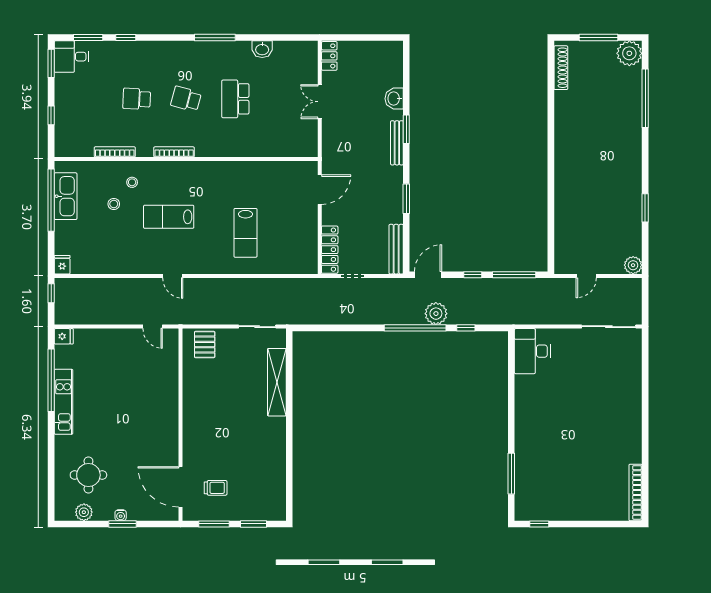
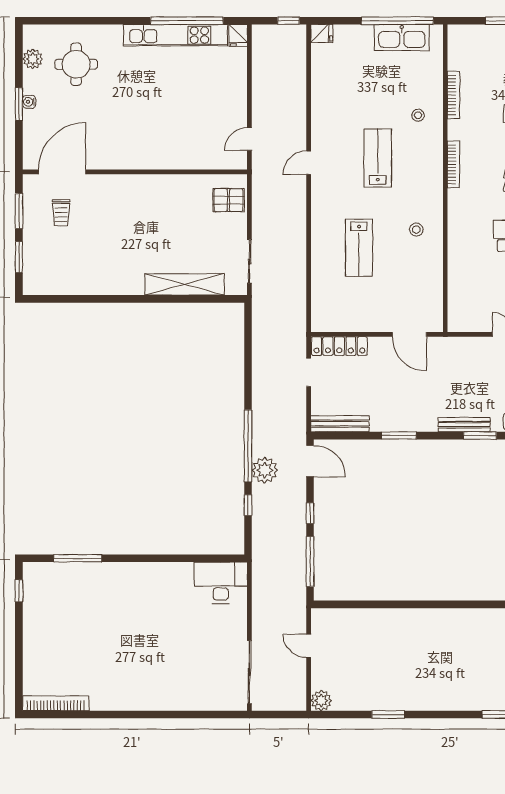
stool: (114, 204) -> (416, 230), moved
lab bench: (245, 233) -> (359, 248), turned -90
kitchen unit: (63, 402) -> (175, 35), width x1.36

